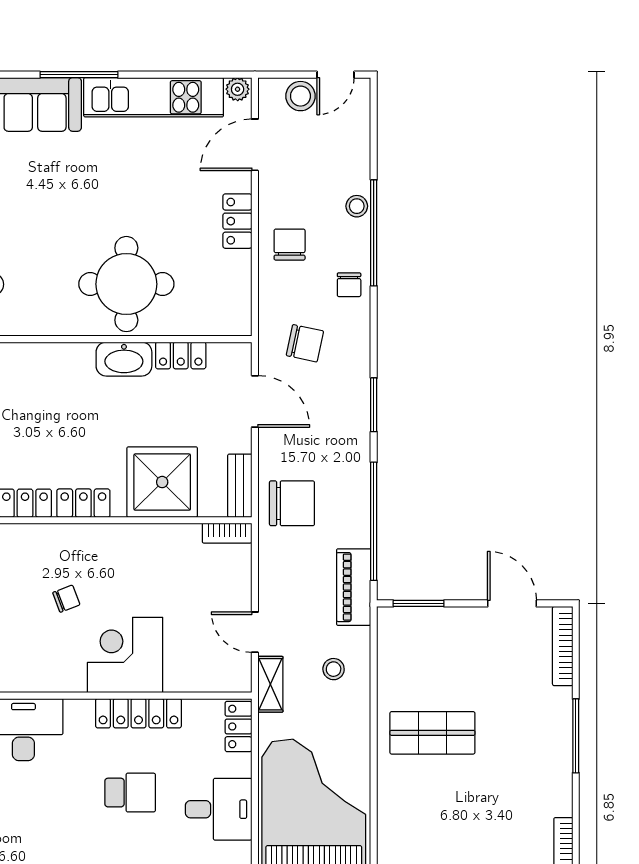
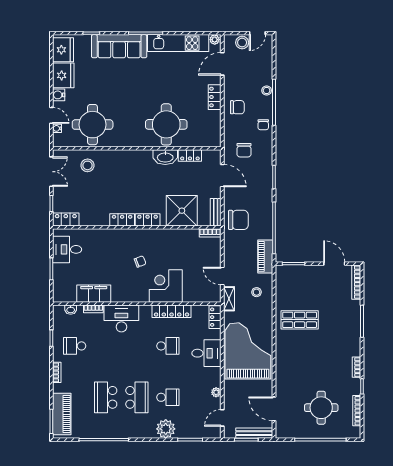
chair: (290, 245) -> (237, 107), turned 90
chair: (305, 343) -> (244, 150), turned 78

